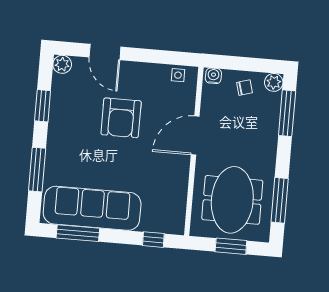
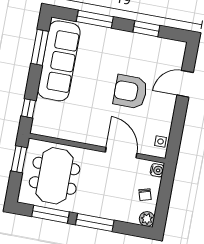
plant: (62, 64) -> (179, 48), removed
window: (287, 113) -> (95, 222), moved
door: (195, 135) -> (121, 153), moved
meeting table: (232, 200) -> (55, 176), turned 90
window: (231, 246) -> (19, 159), moved

